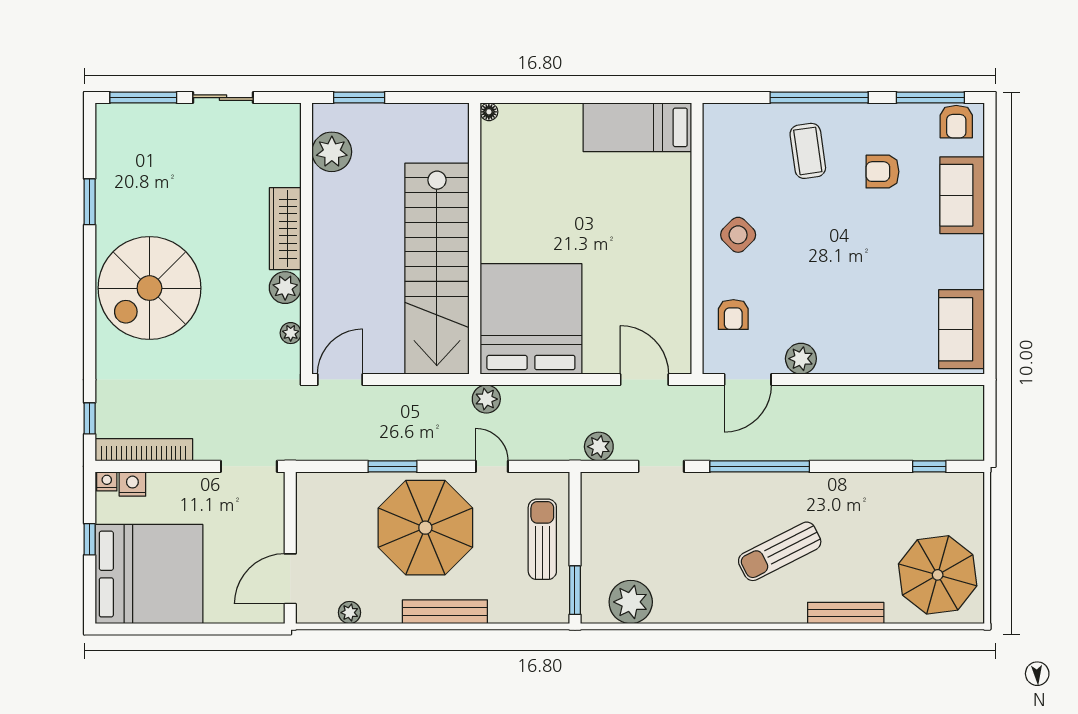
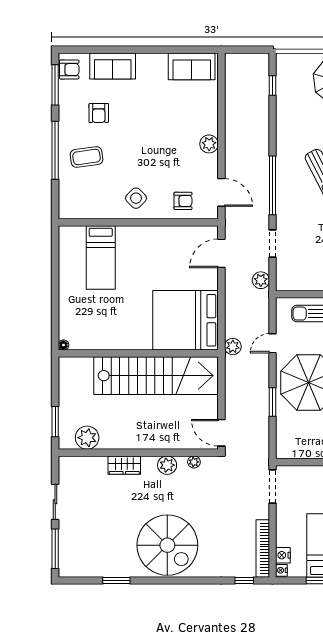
bed: (637, 127) -> (101, 257), moved
wardrobe: (285, 229) -> (124, 465), width x0.67
plant: (801, 359) -> (209, 144), moved

